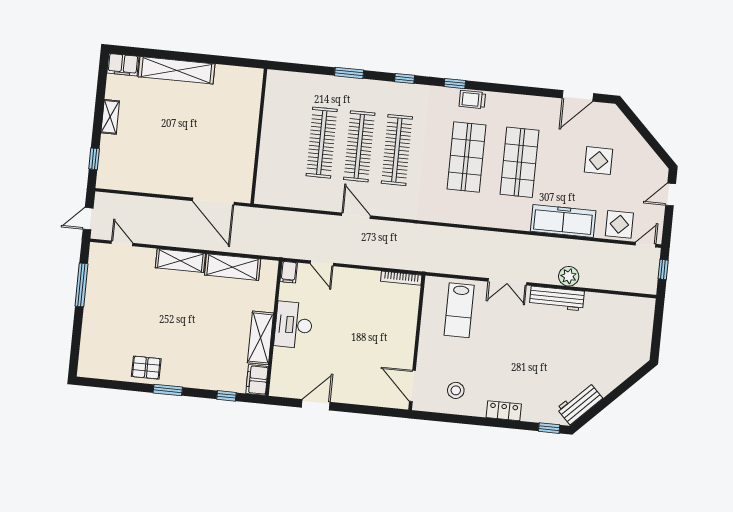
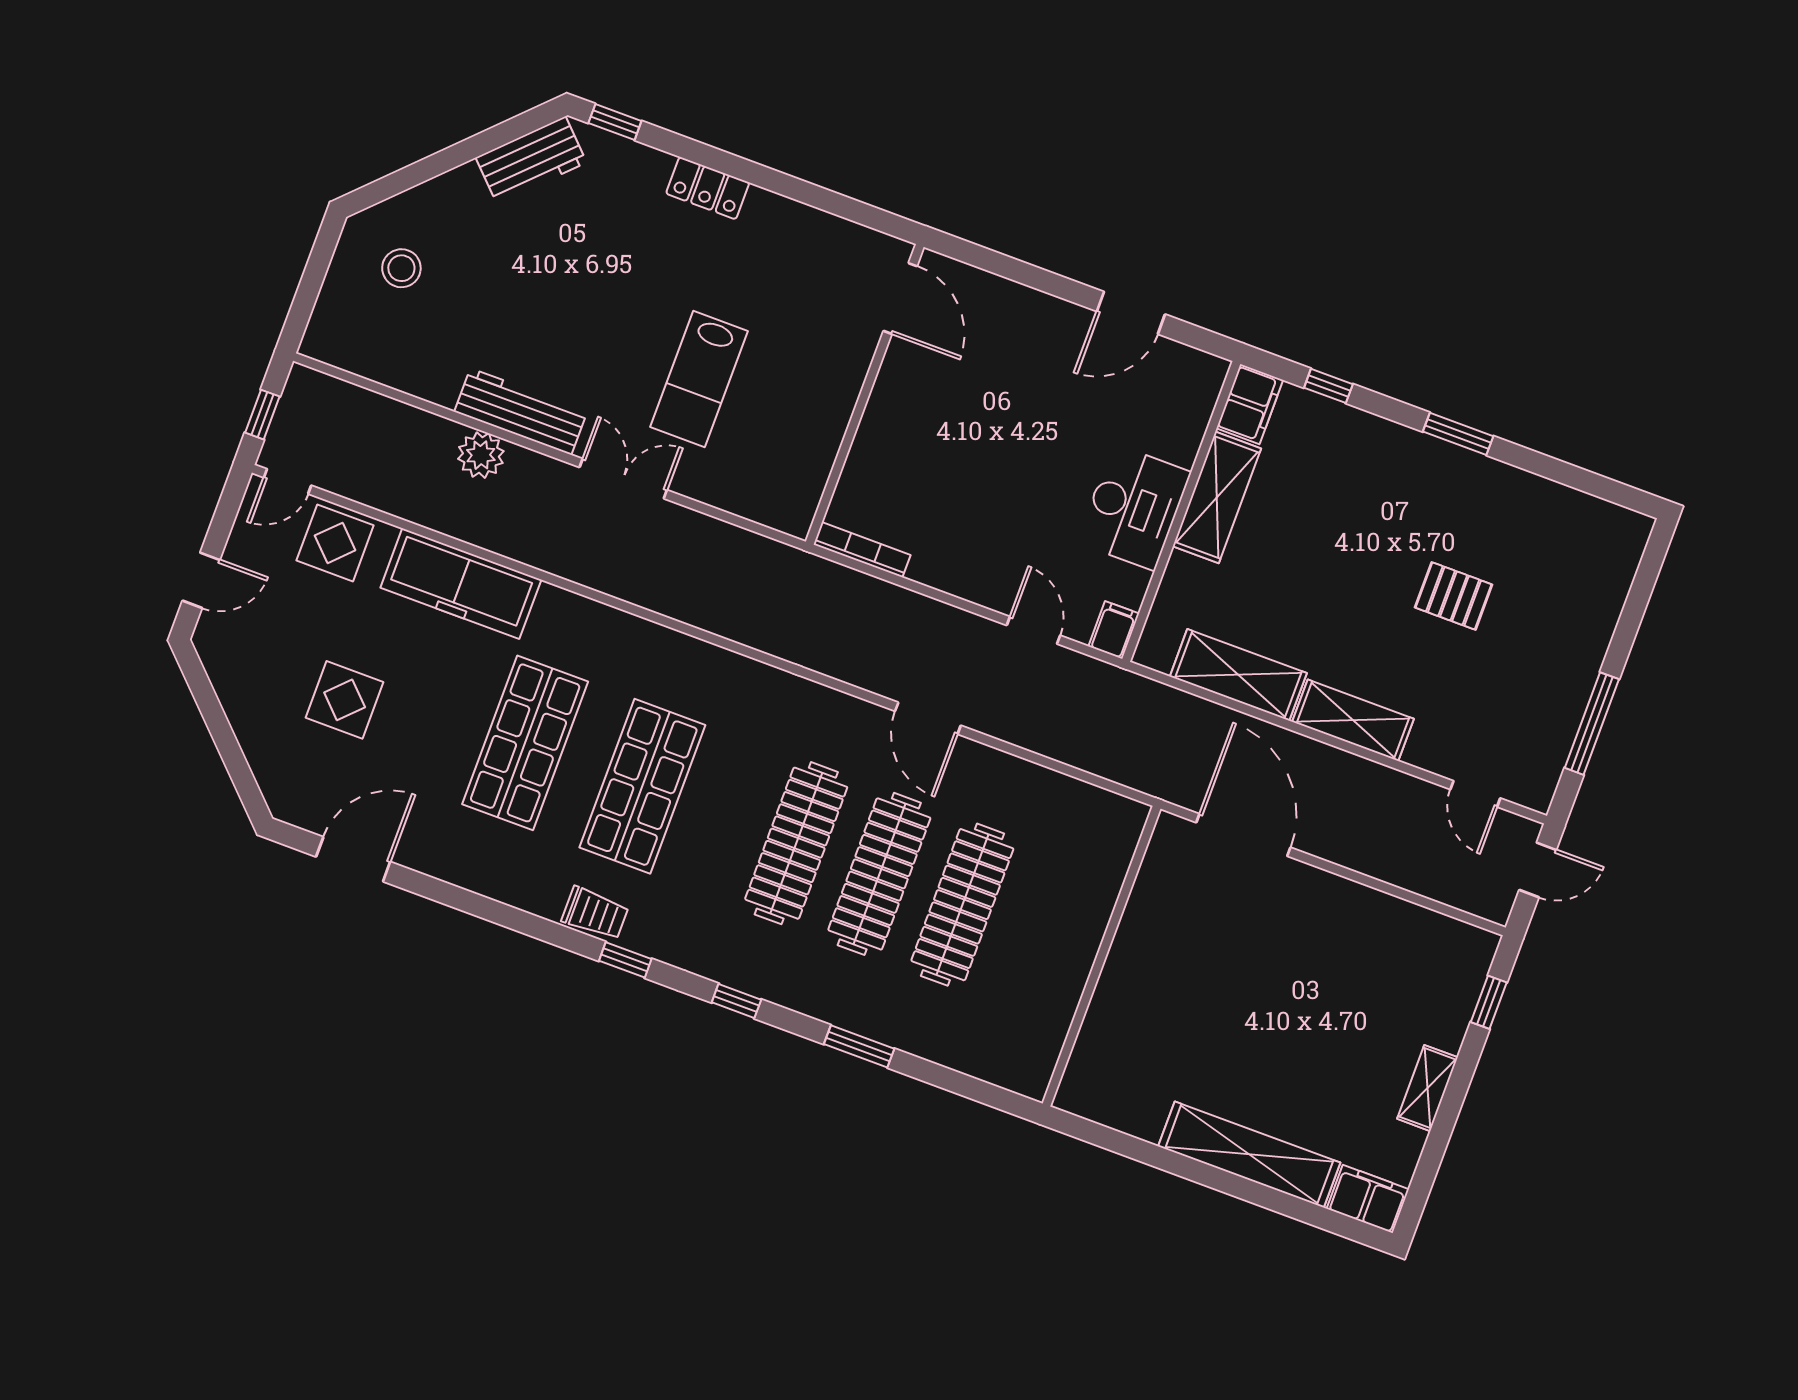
lab bench: (459, 310) -> (699, 379), moved, turned 180
pallet: (146, 368) -> (1454, 596), moved
stool: (456, 390) -> (401, 268), moved

